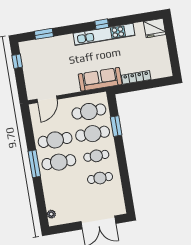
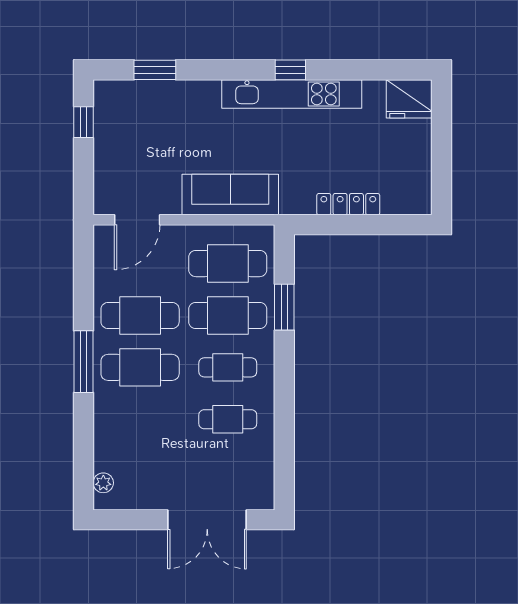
sofa: (100, 79) -> (230, 195), moved

